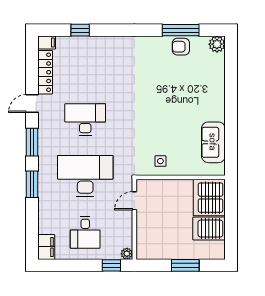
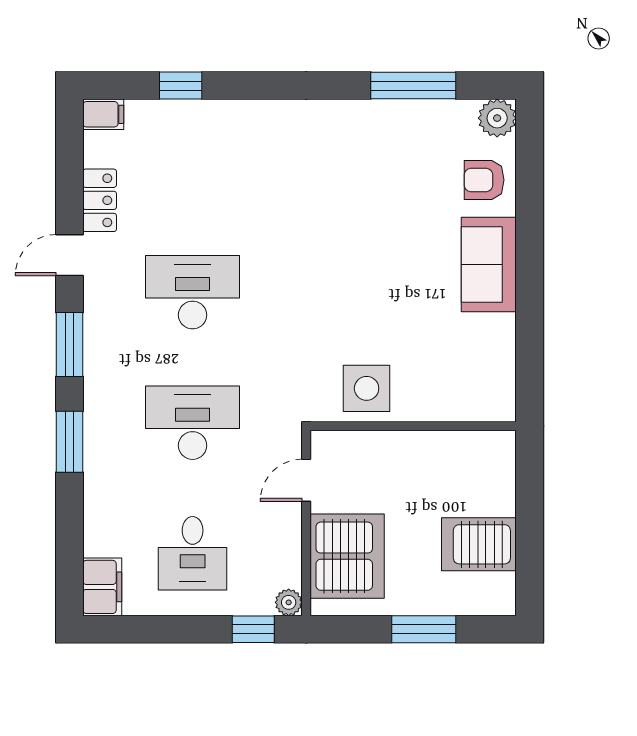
armchair: (181, 47) -> (484, 180), moved
locker: (45, 72) -> (100, 200), width x0.66
sofa: (213, 142) -> (489, 264), moved
side table: (160, 161) -> (367, 388), width x1.87, depth x1.87
desk: (85, 176) -> (193, 423), width x0.73, depth x0.77
server rack: (209, 198) -> (347, 556), moved, turned 180

